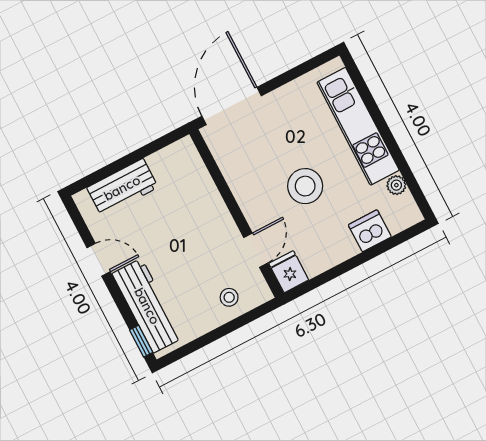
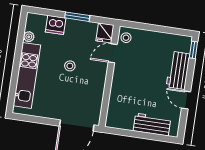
stool: (305, 186) -> (70, 66), width x0.53, depth x0.53
window: (347, 266) -> (77, 17), added
stool: (229, 297) -> (126, 38), moved
workbench: (147, 306) -> (178, 70), width x0.73

